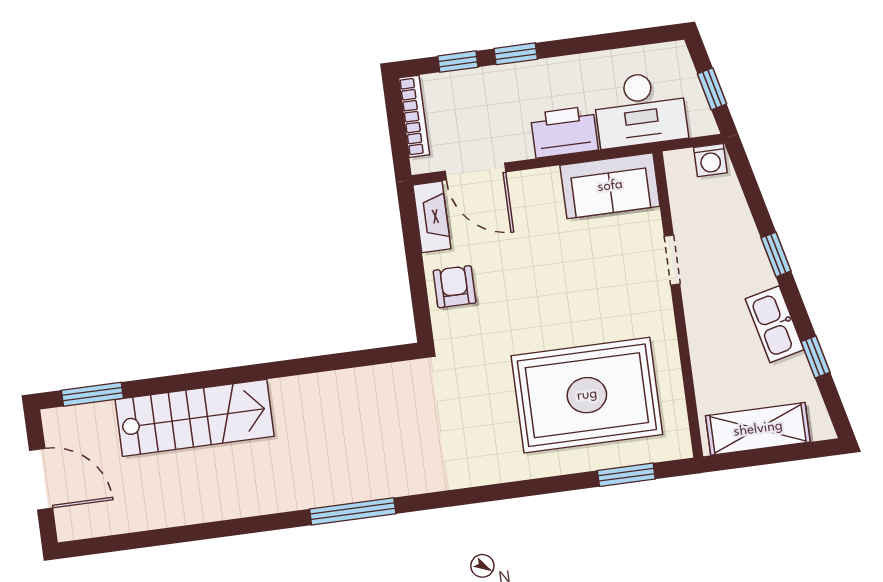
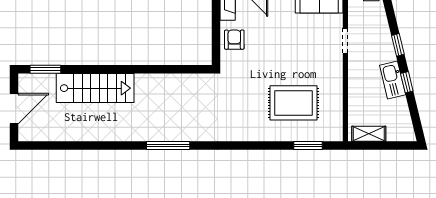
window: (815, 357) -> (407, 82), moved
rug: (587, 395) -> (294, 103), width x0.73, depth x0.69
shelving: (758, 429) -> (369, 134), width x0.67, depth x0.75
door: (41, 479) -> (14, 109), hinge flipped

